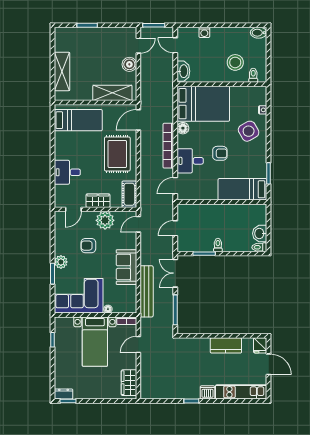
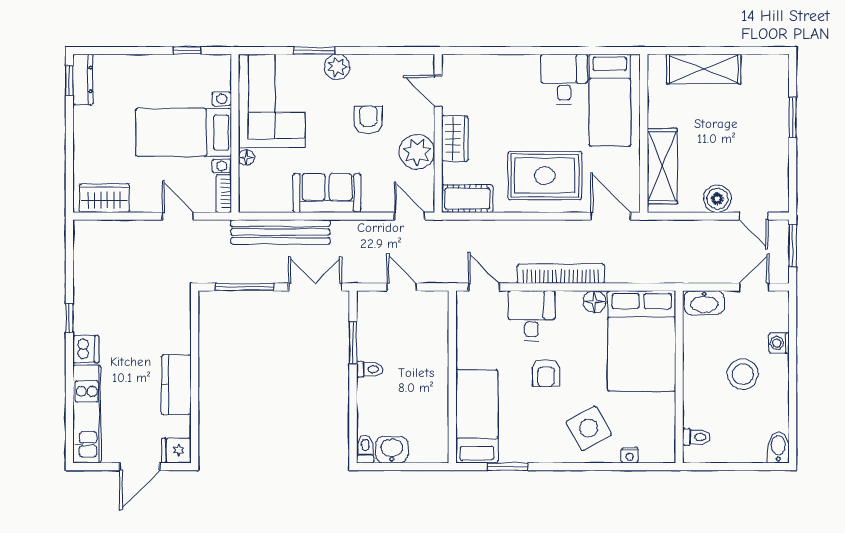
stool: (235, 62) -> (743, 374), moved
desk: (67, 172) -> (564, 79), moved
dresser: (63, 394) -> (83, 80), width x1.44

